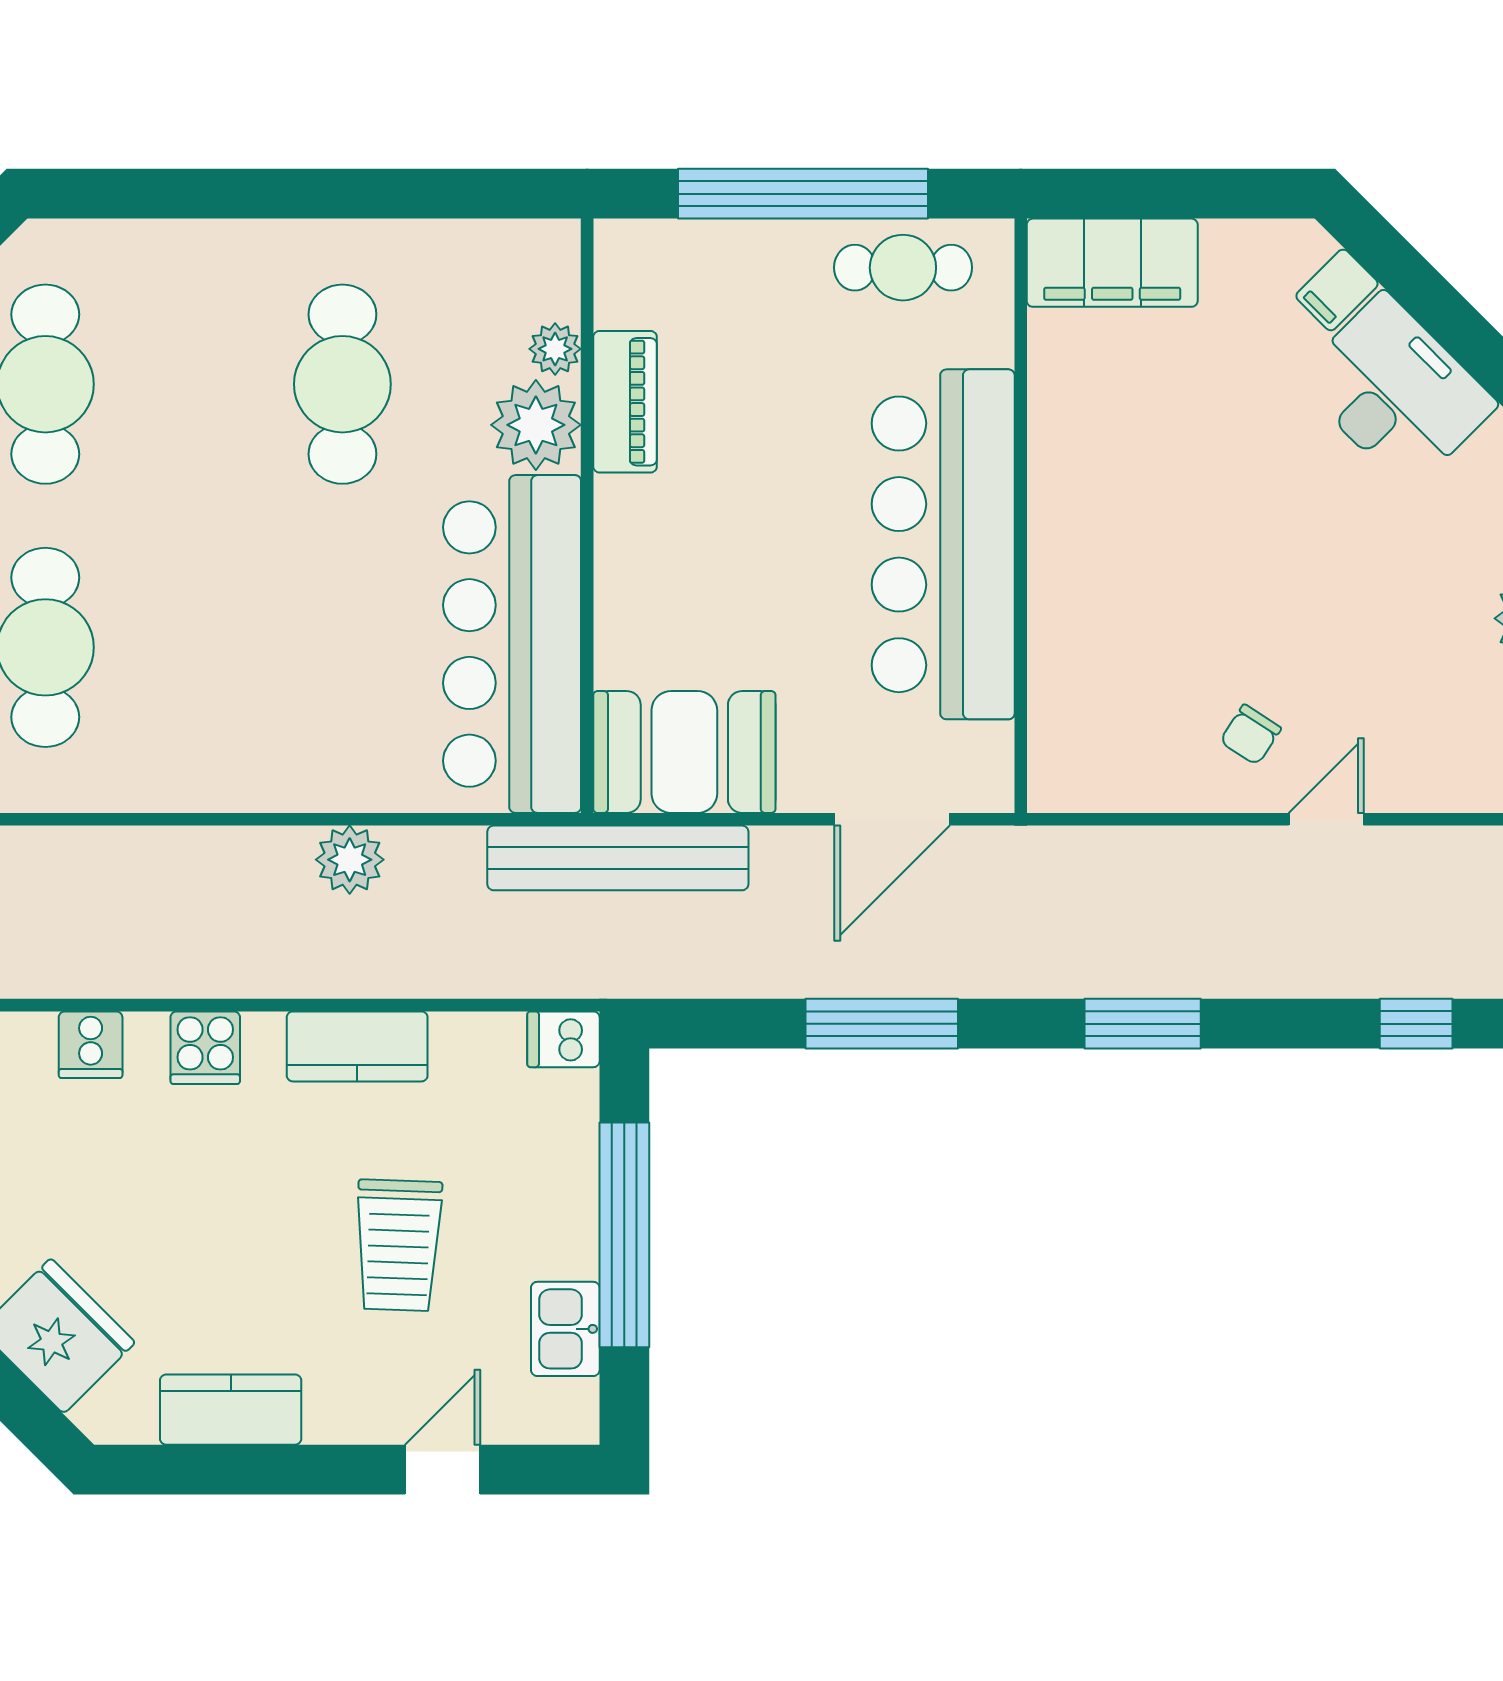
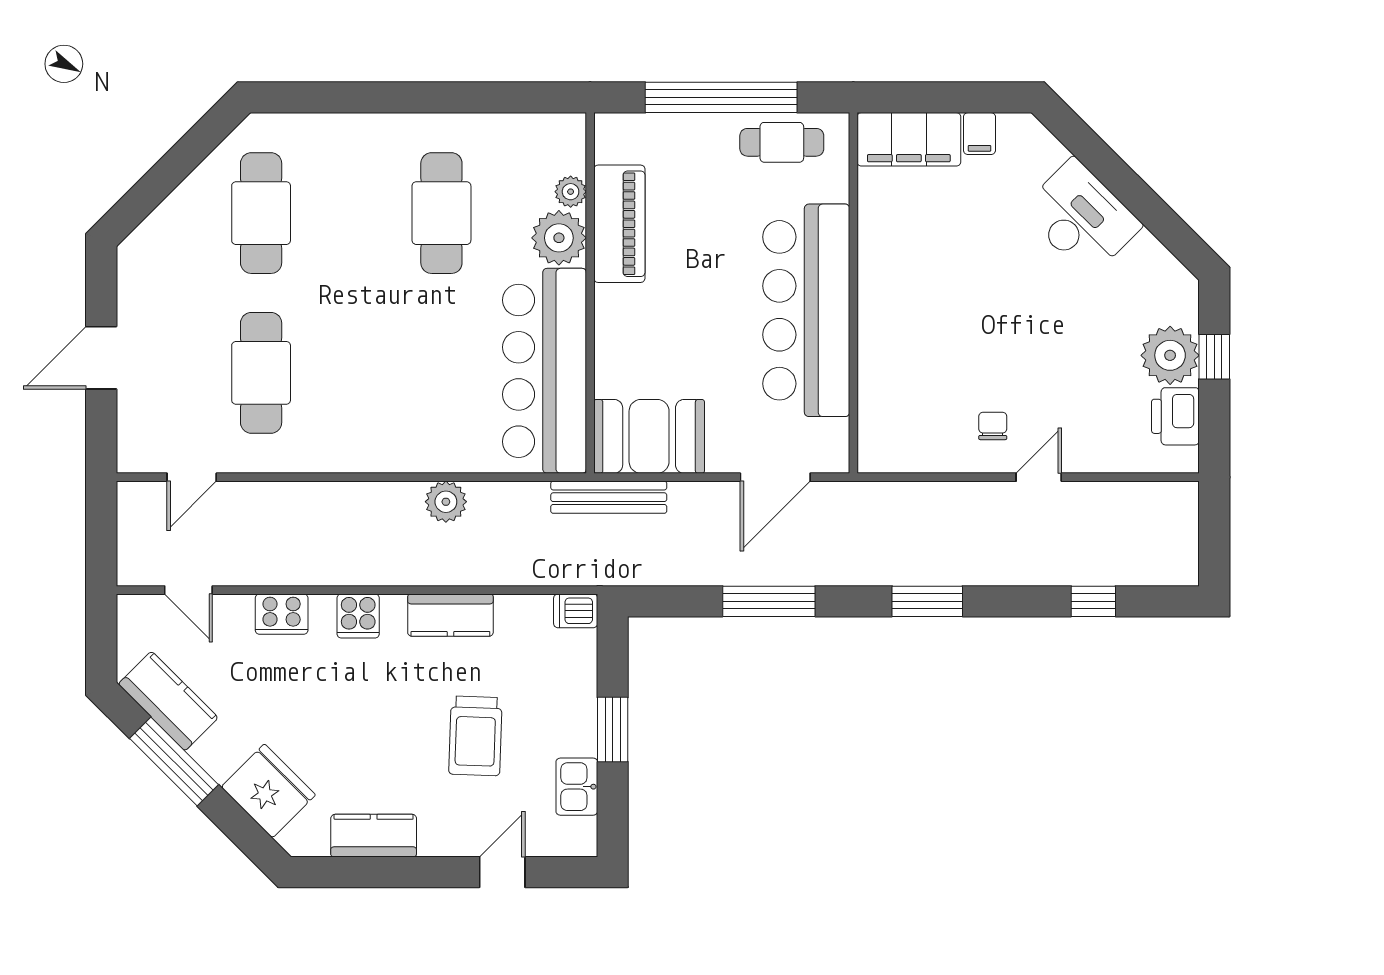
filing cabinet: (1337, 290) -> (979, 134), moved, turned -45
piano: (625, 402) -> (619, 224), width x1.37, depth x1.33
chair: (1250, 735) -> (993, 426), turned 147
bench: (618, 858) -> (609, 497), width x0.73, depth x0.82
cooker: (91, 1045) -> (282, 614), width x1.36
window: (624, 1235) -> (613, 730), width x0.47

